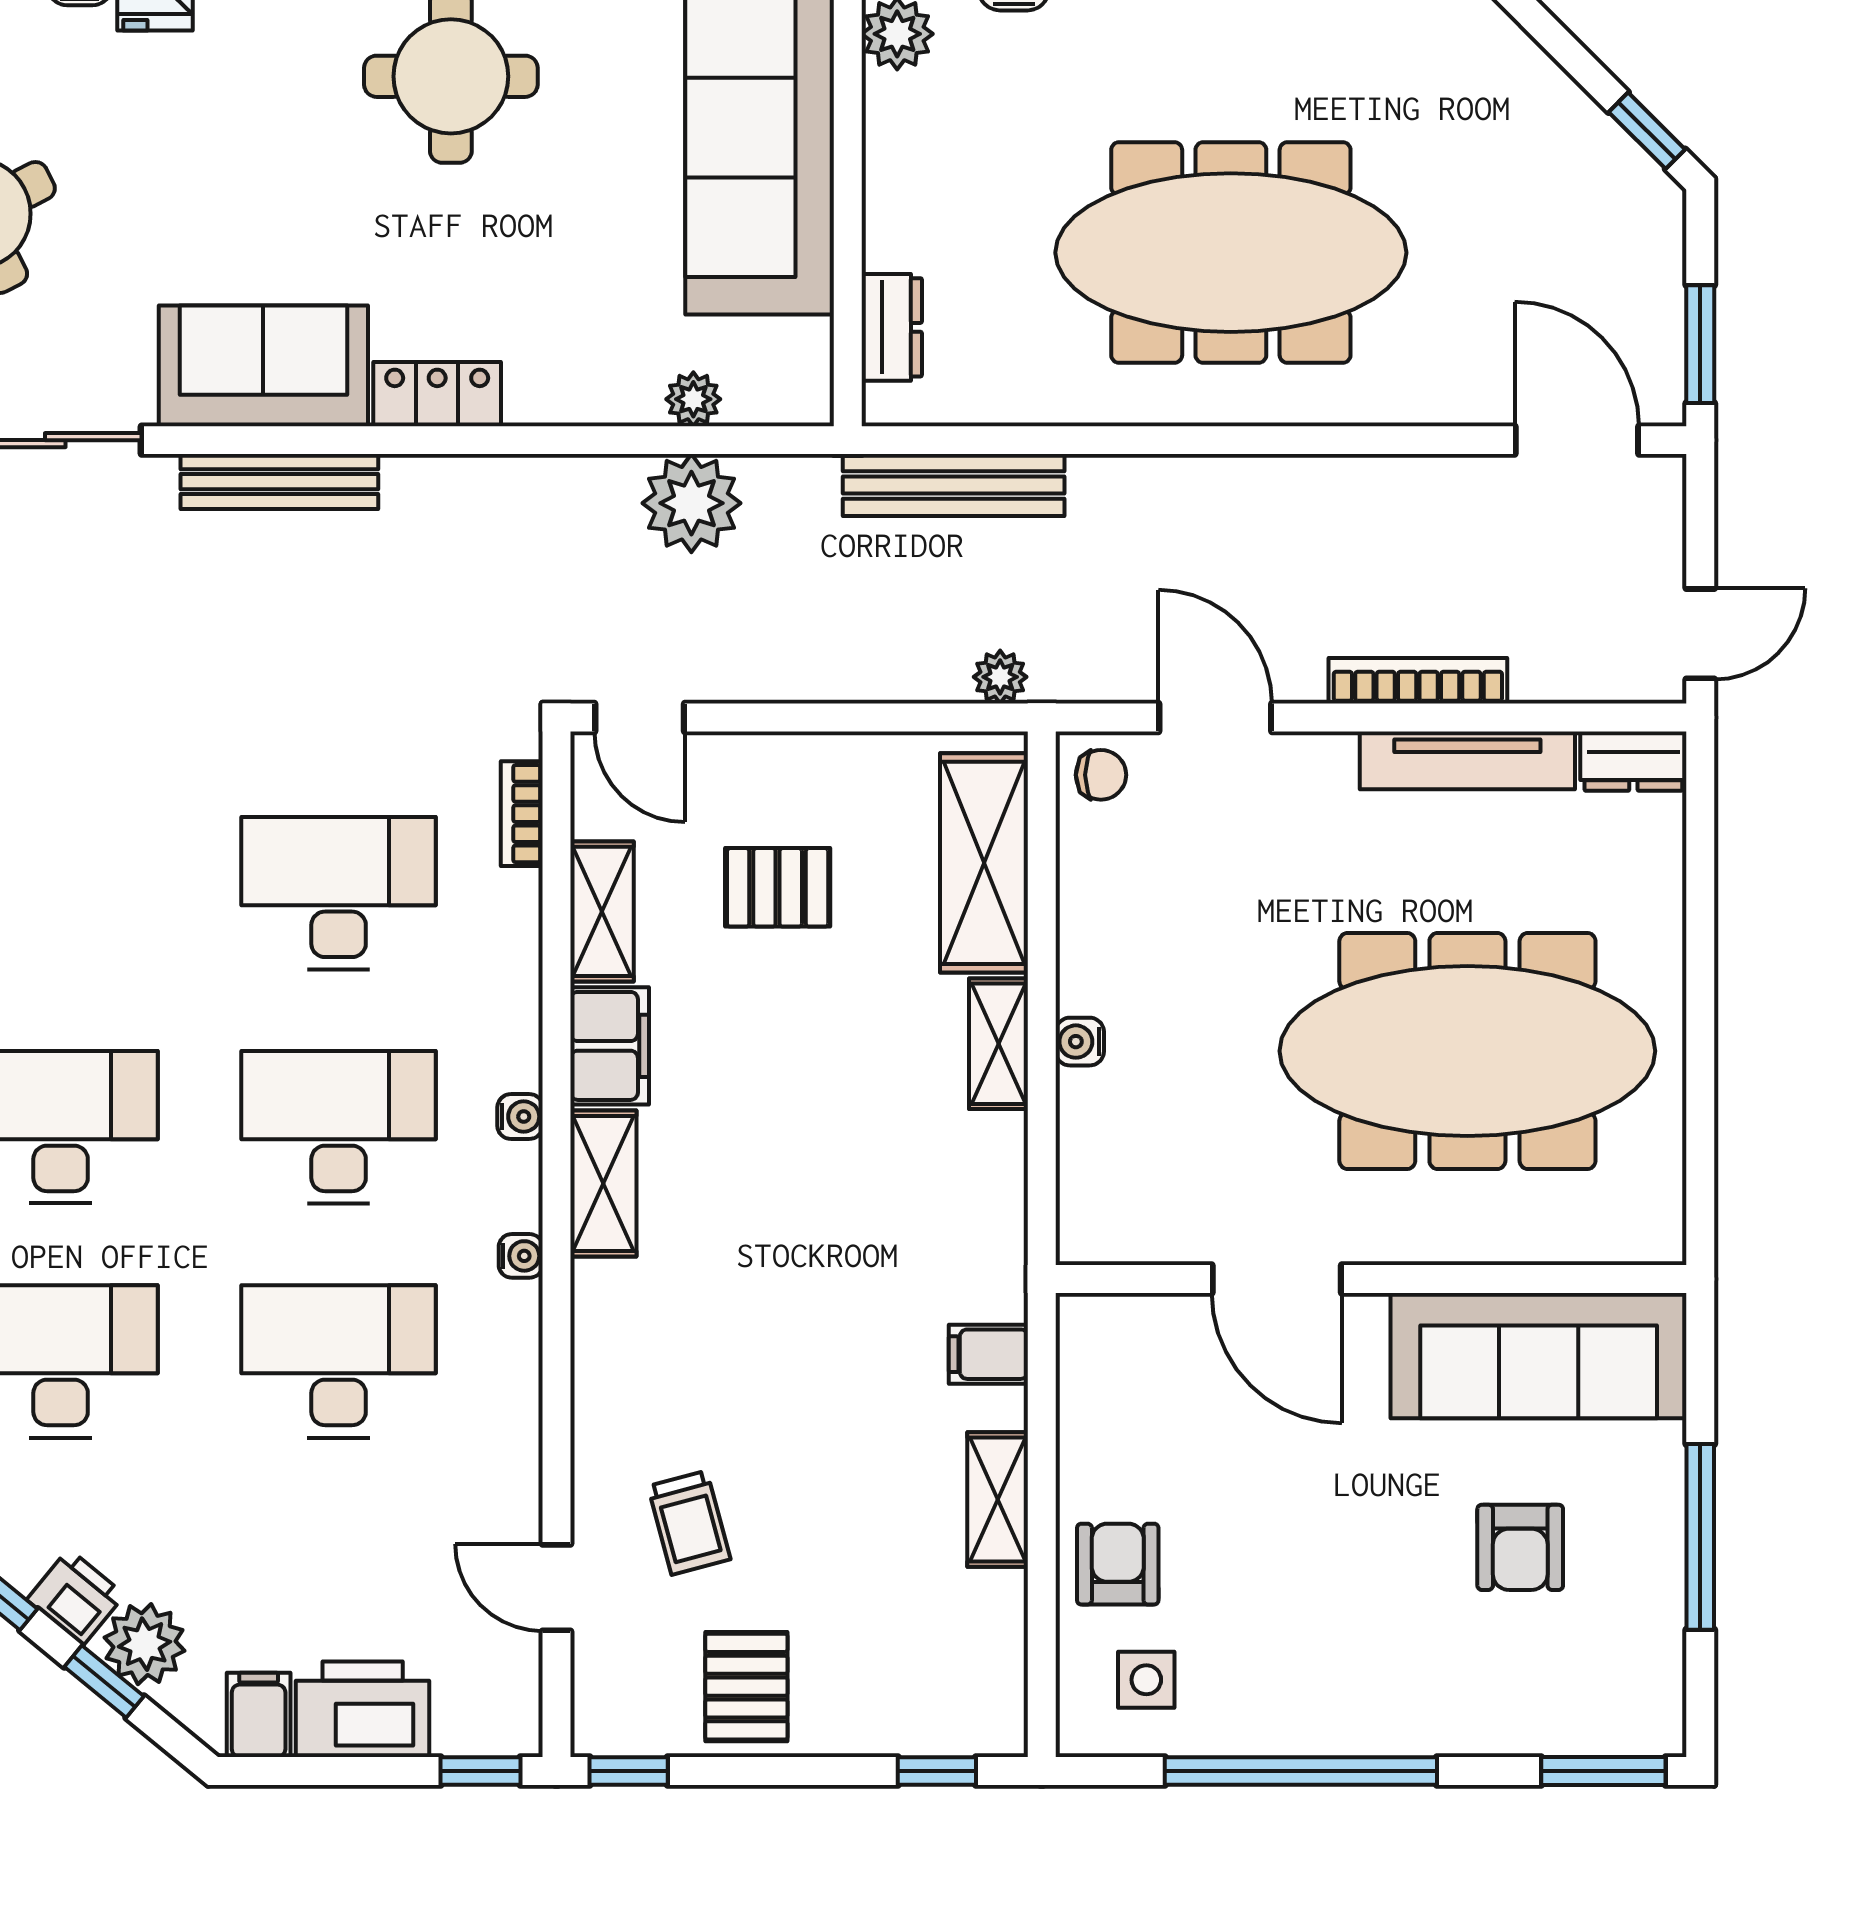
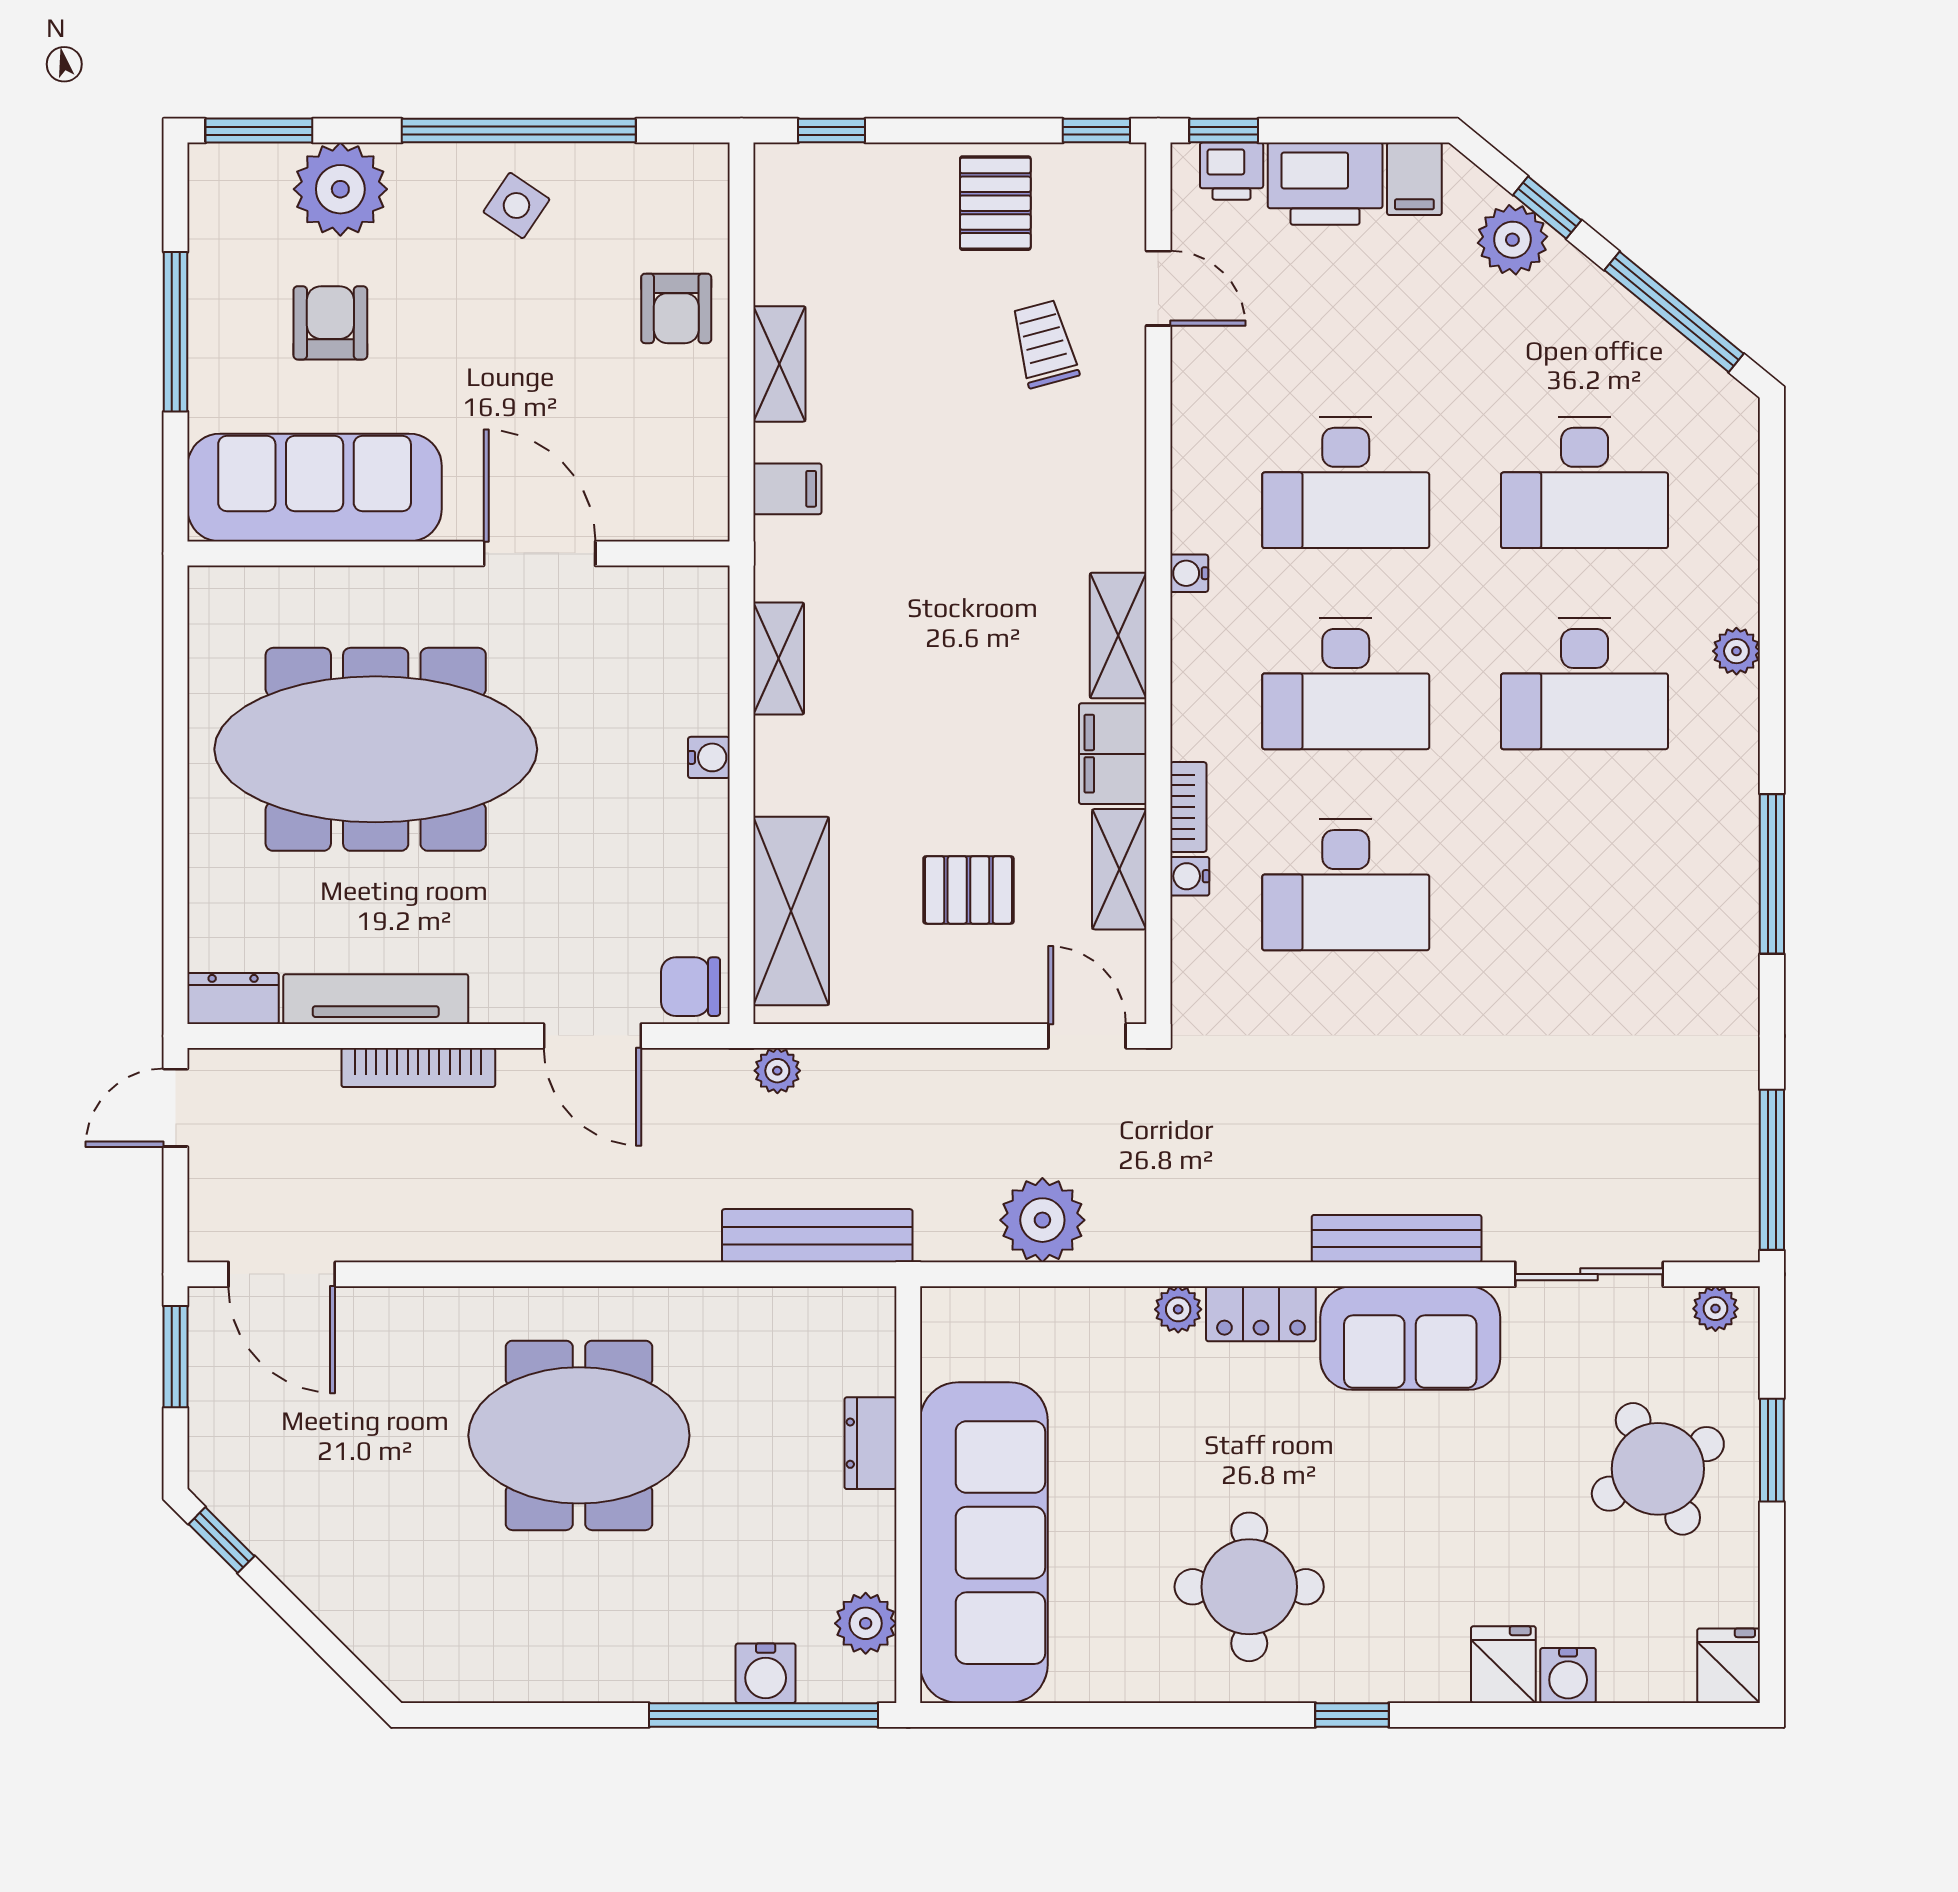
meeting table: (1231, 253) -> (579, 1435), width x0.73
dresser: (892, 327) -> (870, 1443), moved
plant: (693, 399) -> (1178, 1309), moved
chair: (1101, 775) -> (691, 987), width x1.37, depth x1.37
bookcase: (522, 814) -> (1188, 807), moved
shelving: (998, 1044) -> (779, 659), moved
water cooler: (520, 1117) -> (1190, 876), moved
printer: (76, 1597) -> (1232, 171), moved, turned -39
side table: (1146, 1680) -> (516, 206), moved, turned 34
plant: (1509, 1703) -> (340, 189), added

